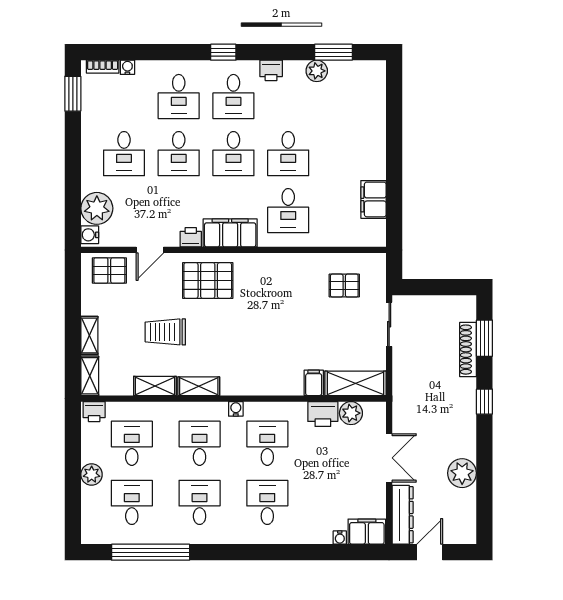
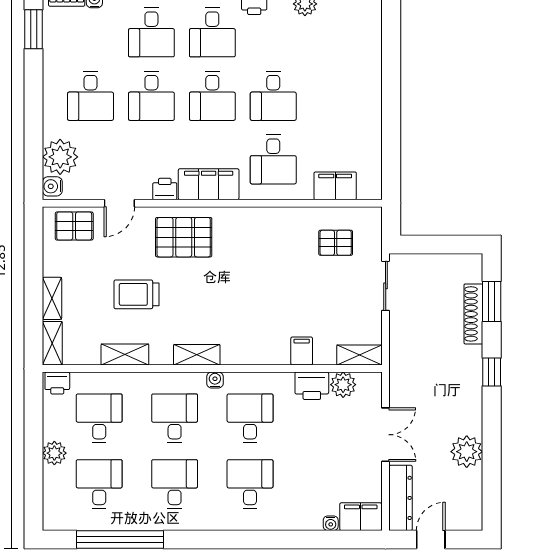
filing cabinet: (373, 199) -> (335, 186), moved, turned 90
shelving: (355, 383) -> (359, 355), width x0.67, depth x0.75
shelving: (199, 386) -> (197, 355), moved

